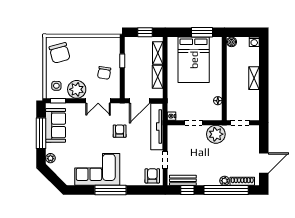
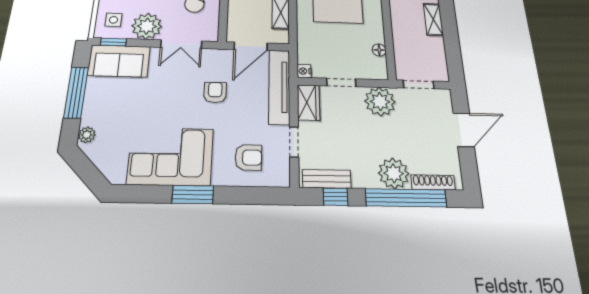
sofa: (56, 125) -> (119, 61), moved, turned 90
wardrobe: (174, 136) -> (308, 103), added
door: (264, 163) -> (464, 130), moved
armchair: (152, 176) -> (248, 157), moved, turned 90
plant: (225, 181) -> (394, 173), width x1.88, depth x1.88
window: (111, 190) -> (193, 195), width x0.69

